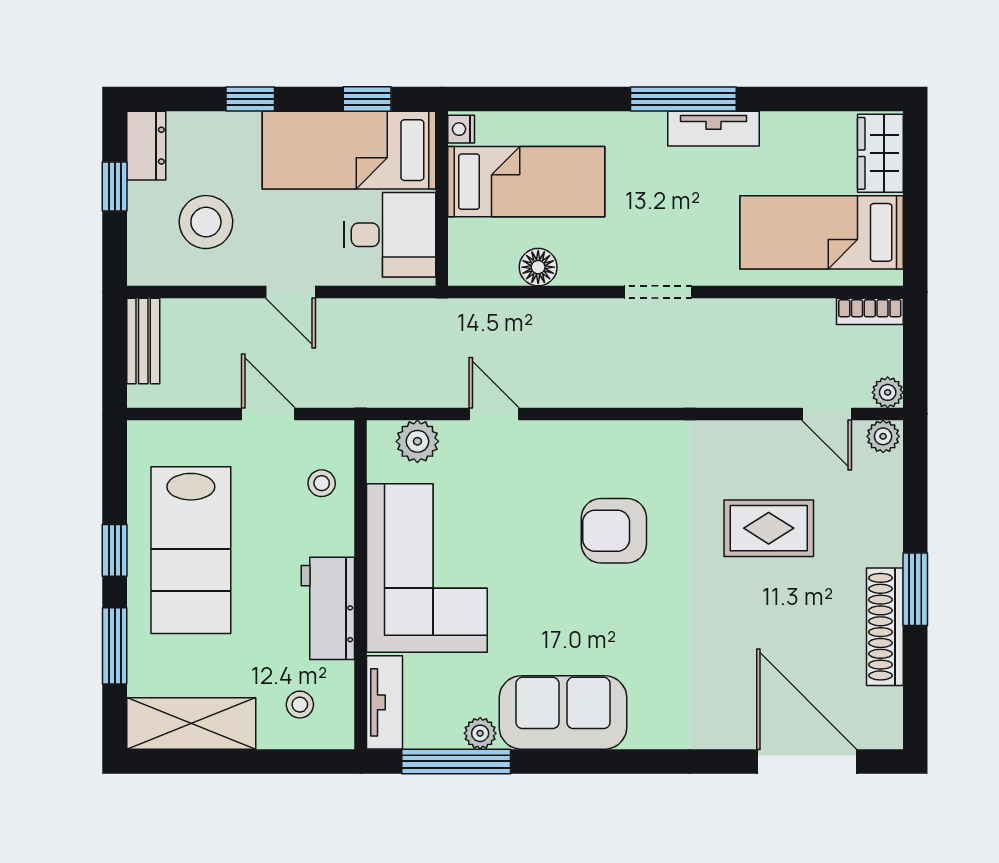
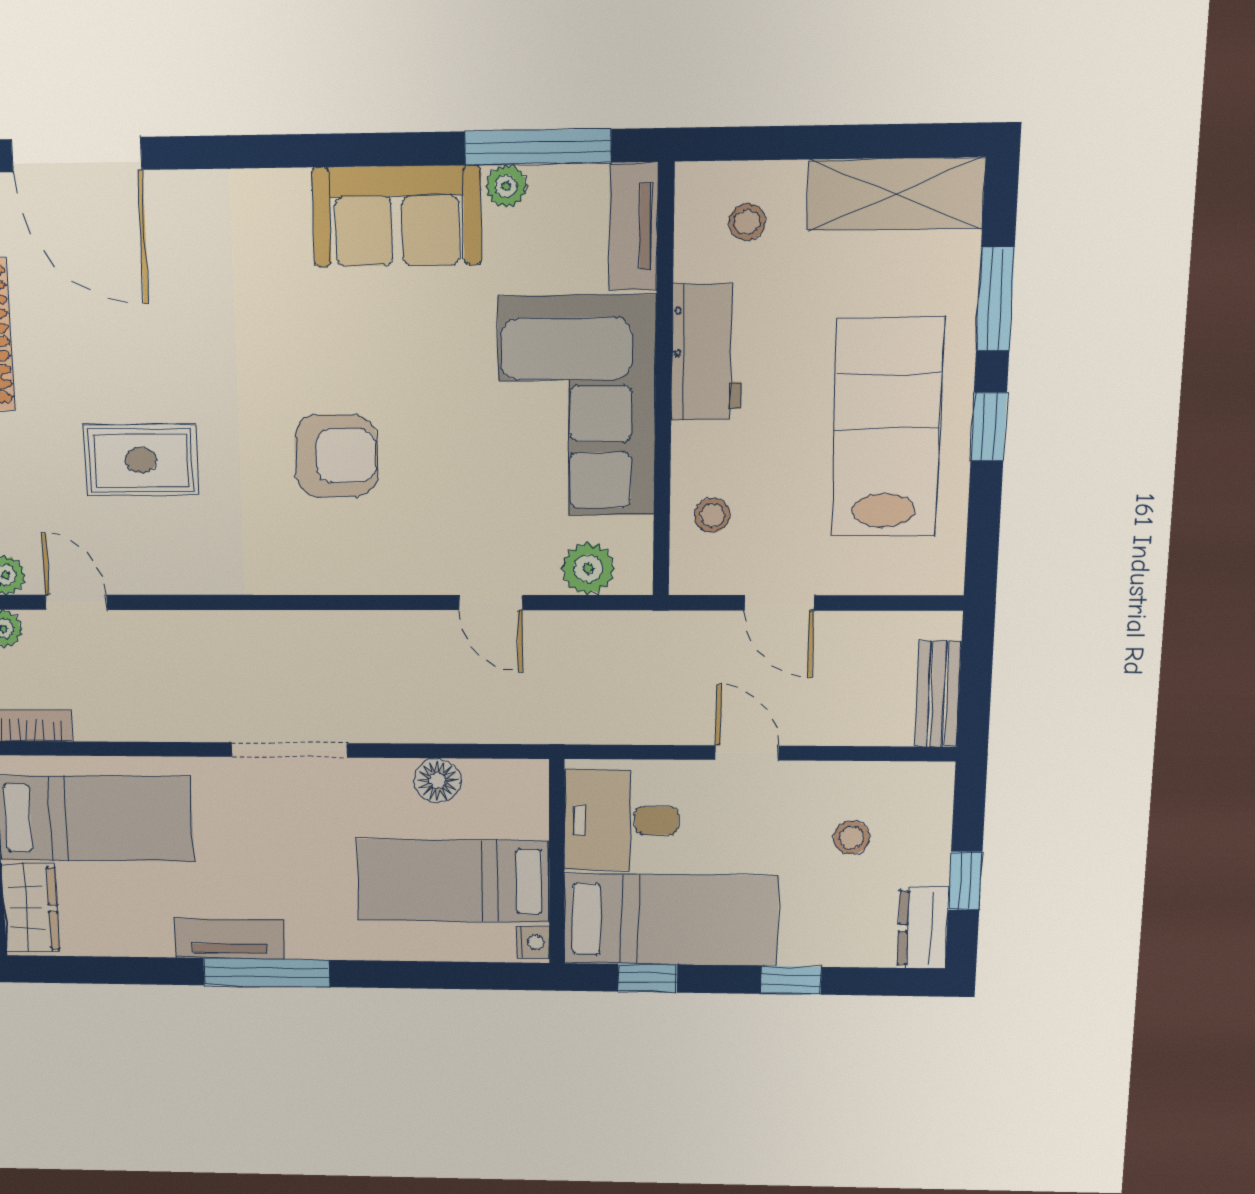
stool: (206, 222) -> (851, 838), width x0.53, depth x0.53
doorway: (658, 292) -> (289, 750), width x1.38

